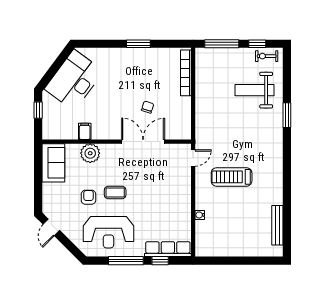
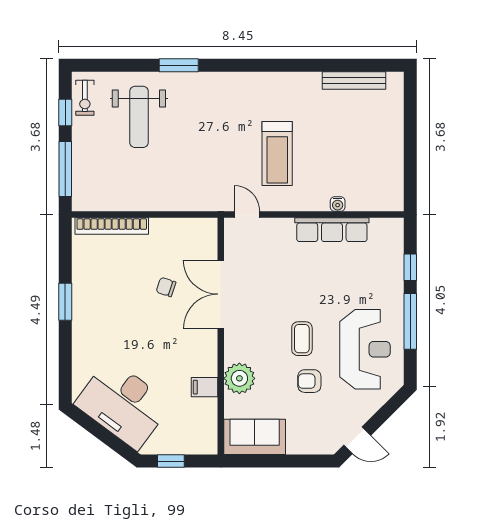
row of seats: (168, 249) -> (332, 230), moved, turned -90

